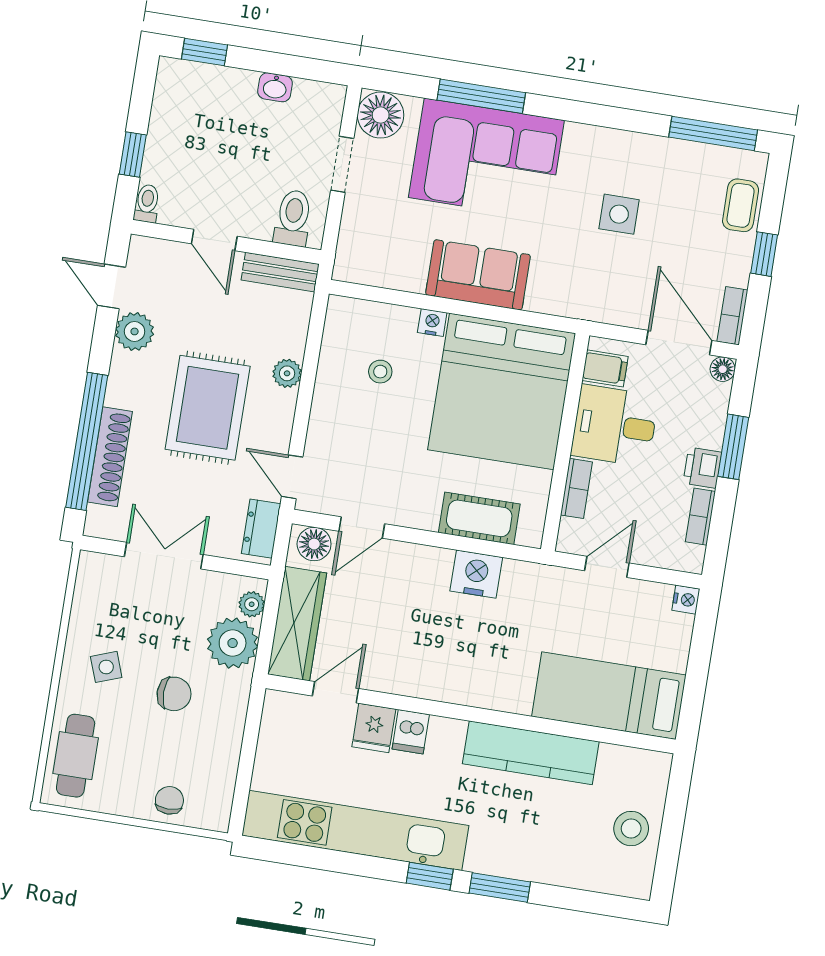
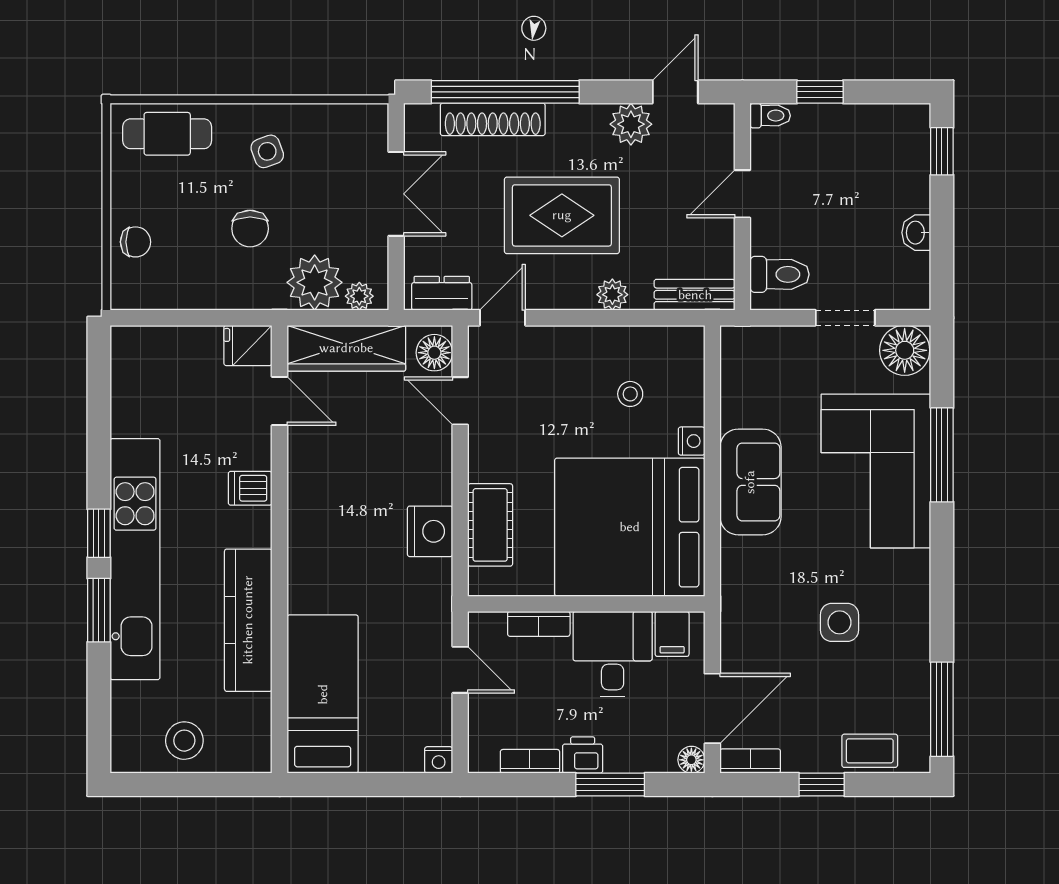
bench: (280, 272) -> (695, 295), moved, turned 90
fridge: (374, 728) -> (248, 345), moved
kitchen unit: (355, 830) -> (135, 559), moved

